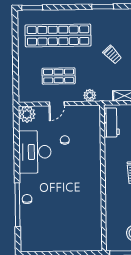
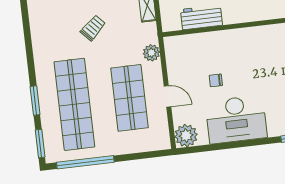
window: (103, 7) -> (35, 101), moved
window: (15, 39) -> (85, 162), added
shop shelf: (59, 76) -> (130, 98), width x1.43, depth x1.36
workbench: (112, 122) -> (201, 17), moved

